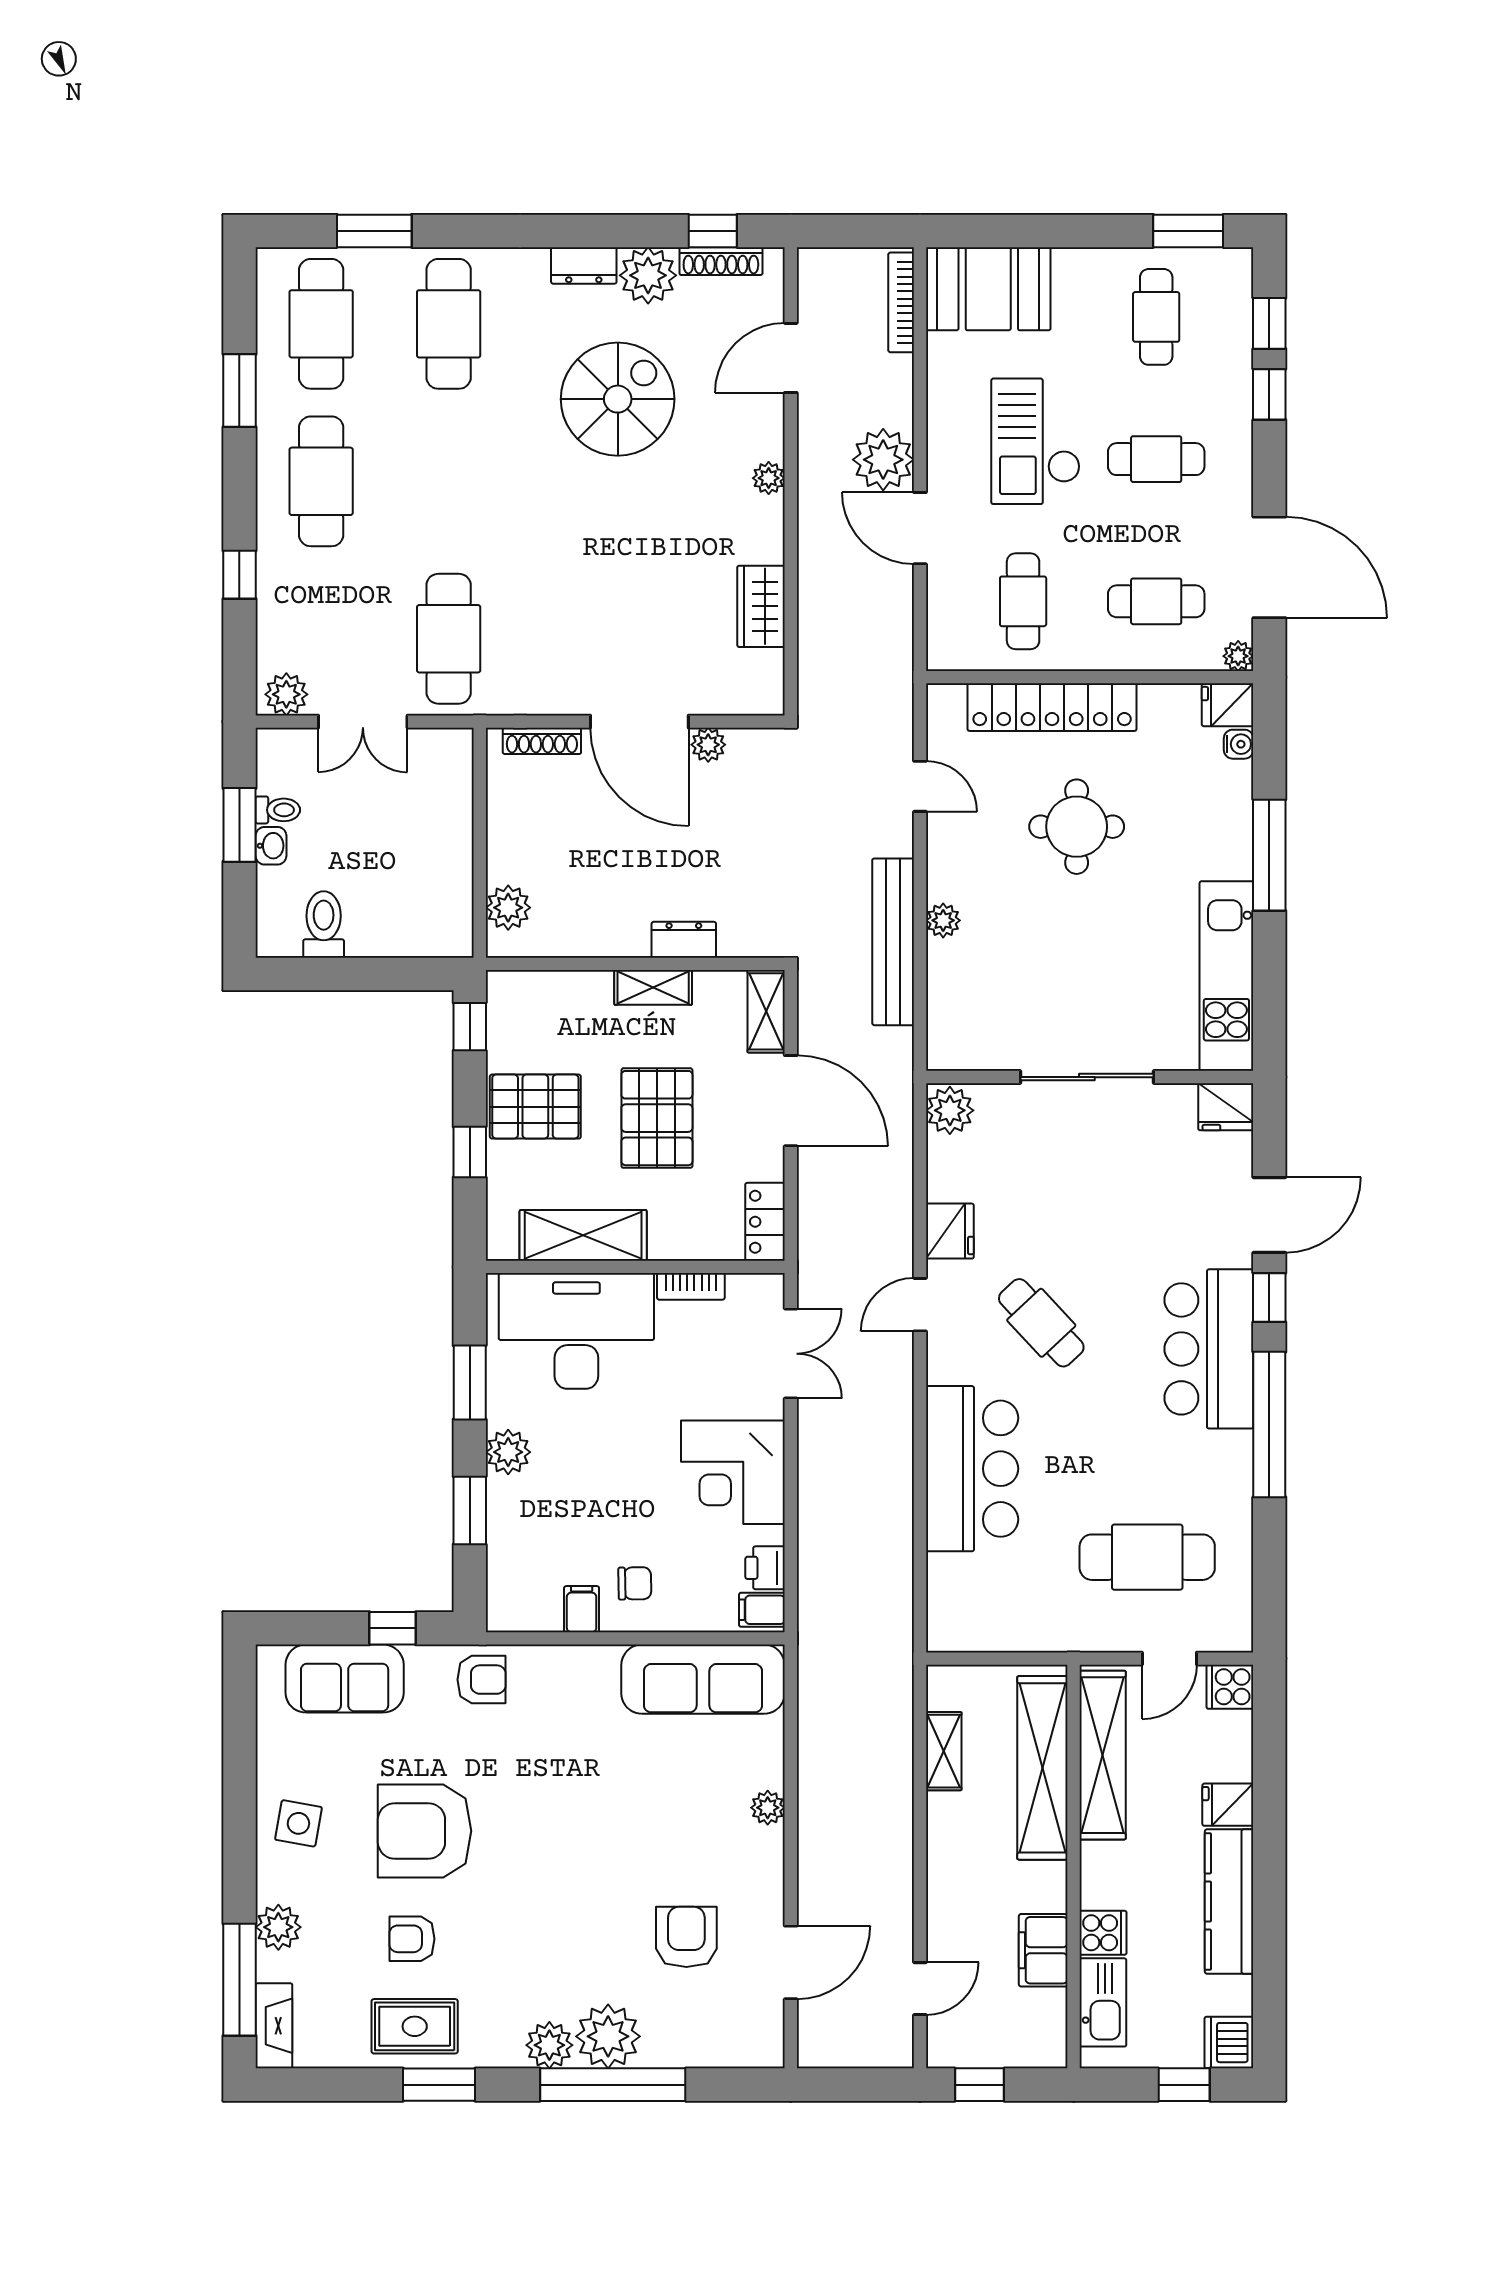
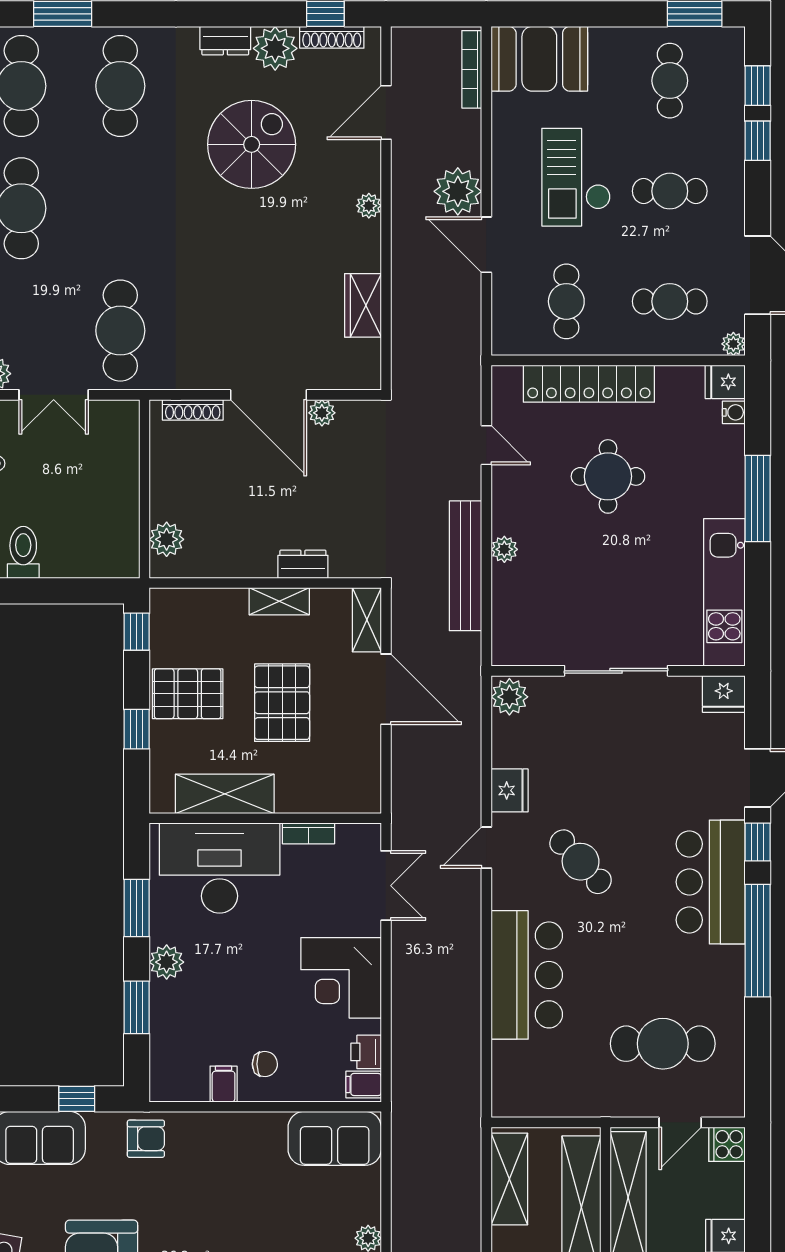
locker: (765, 1222) -> (366, 783), removed
sofa: (703, 1679) -> (335, 1138), width x0.73
shelving: (944, 1751) -> (509, 1179), width x1.50, depth x1.33

